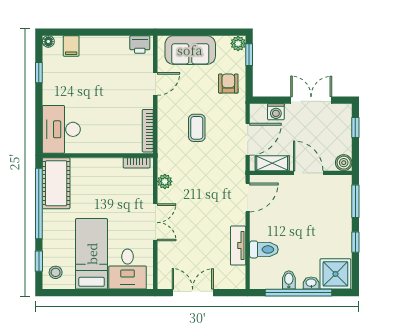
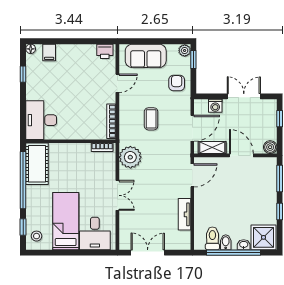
plant: (165, 181) -> (130, 157), width x1.87, depth x1.87
toilet: (264, 249) -> (212, 238), moved, turned -90

